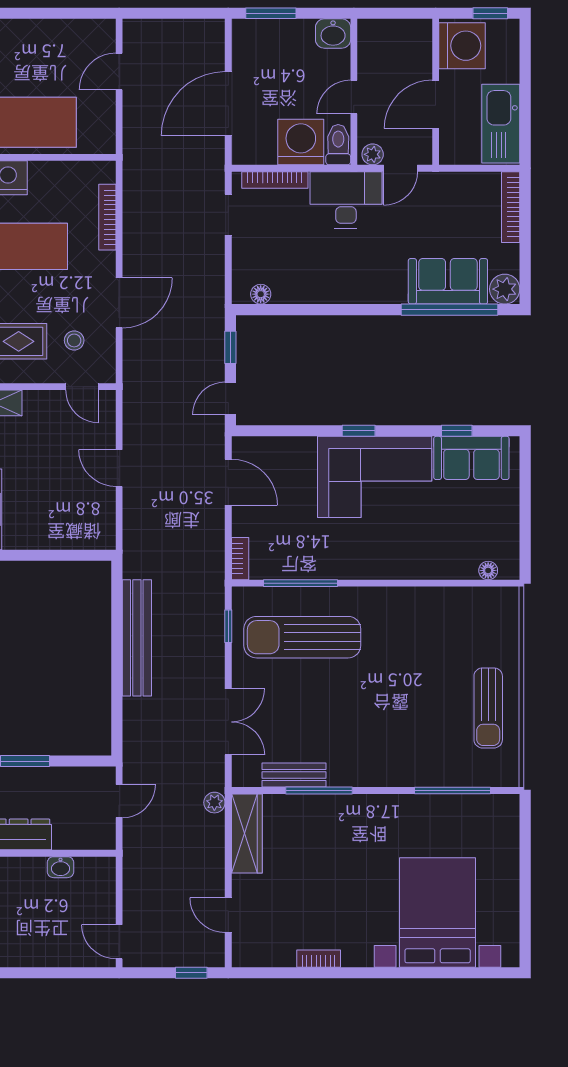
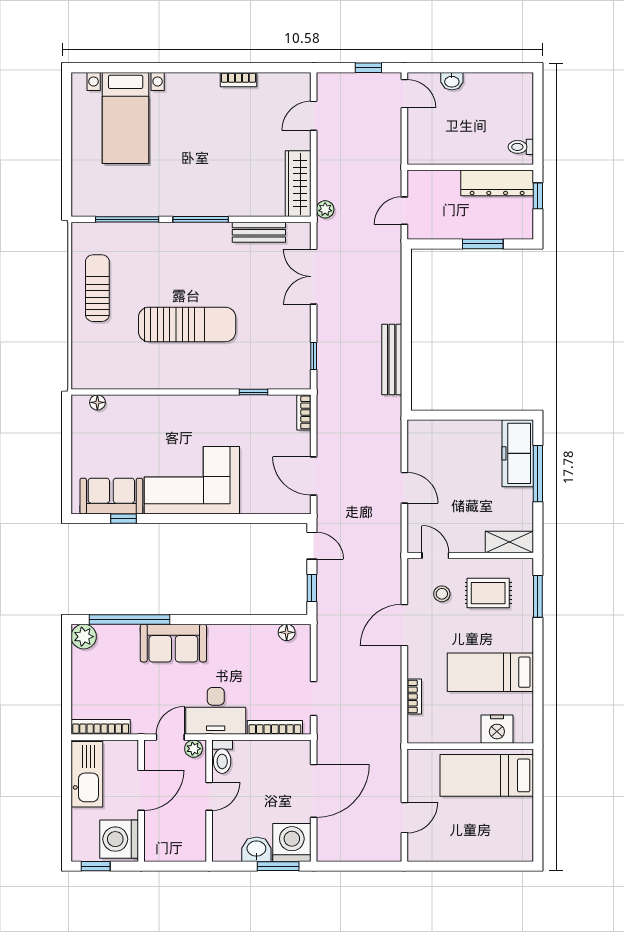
washbasin: (333, 33) -> (256, 849), moved
washing machine: (301, 142) -> (292, 842), moved, turned 180
bookcase: (511, 207) -> (101, 727), moved, turned -90
bookcase: (107, 217) -> (414, 696), width x0.64
sofa: (448, 281) -> (173, 643), moved
door: (230, 398) -> (312, 546), hinge flipped
window: (359, 431) -> (205, 519), removed
window: (301, 583) -> (254, 392), width x0.46
sun lounger: (302, 637) -> (187, 324), moved
bench: (137, 638) -> (392, 359), width x0.73, depth x0.82
window: (319, 790) -> (201, 219), moved
washbasin: (61, 867) -> (452, 81), moved, turned 180
bed with nightstands: (438, 912) -> (126, 118), width x0.73
door: (228, 915) -> (314, 116), swing flipped
window: (191, 973) -> (368, 68), moved

